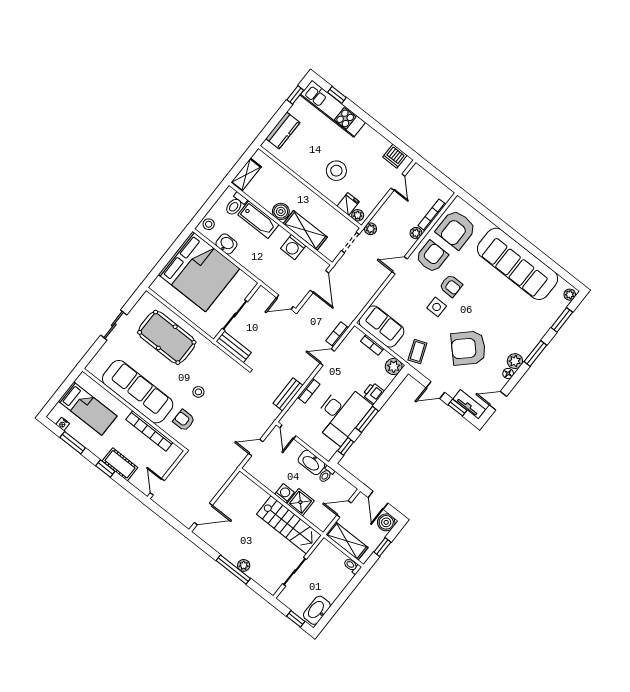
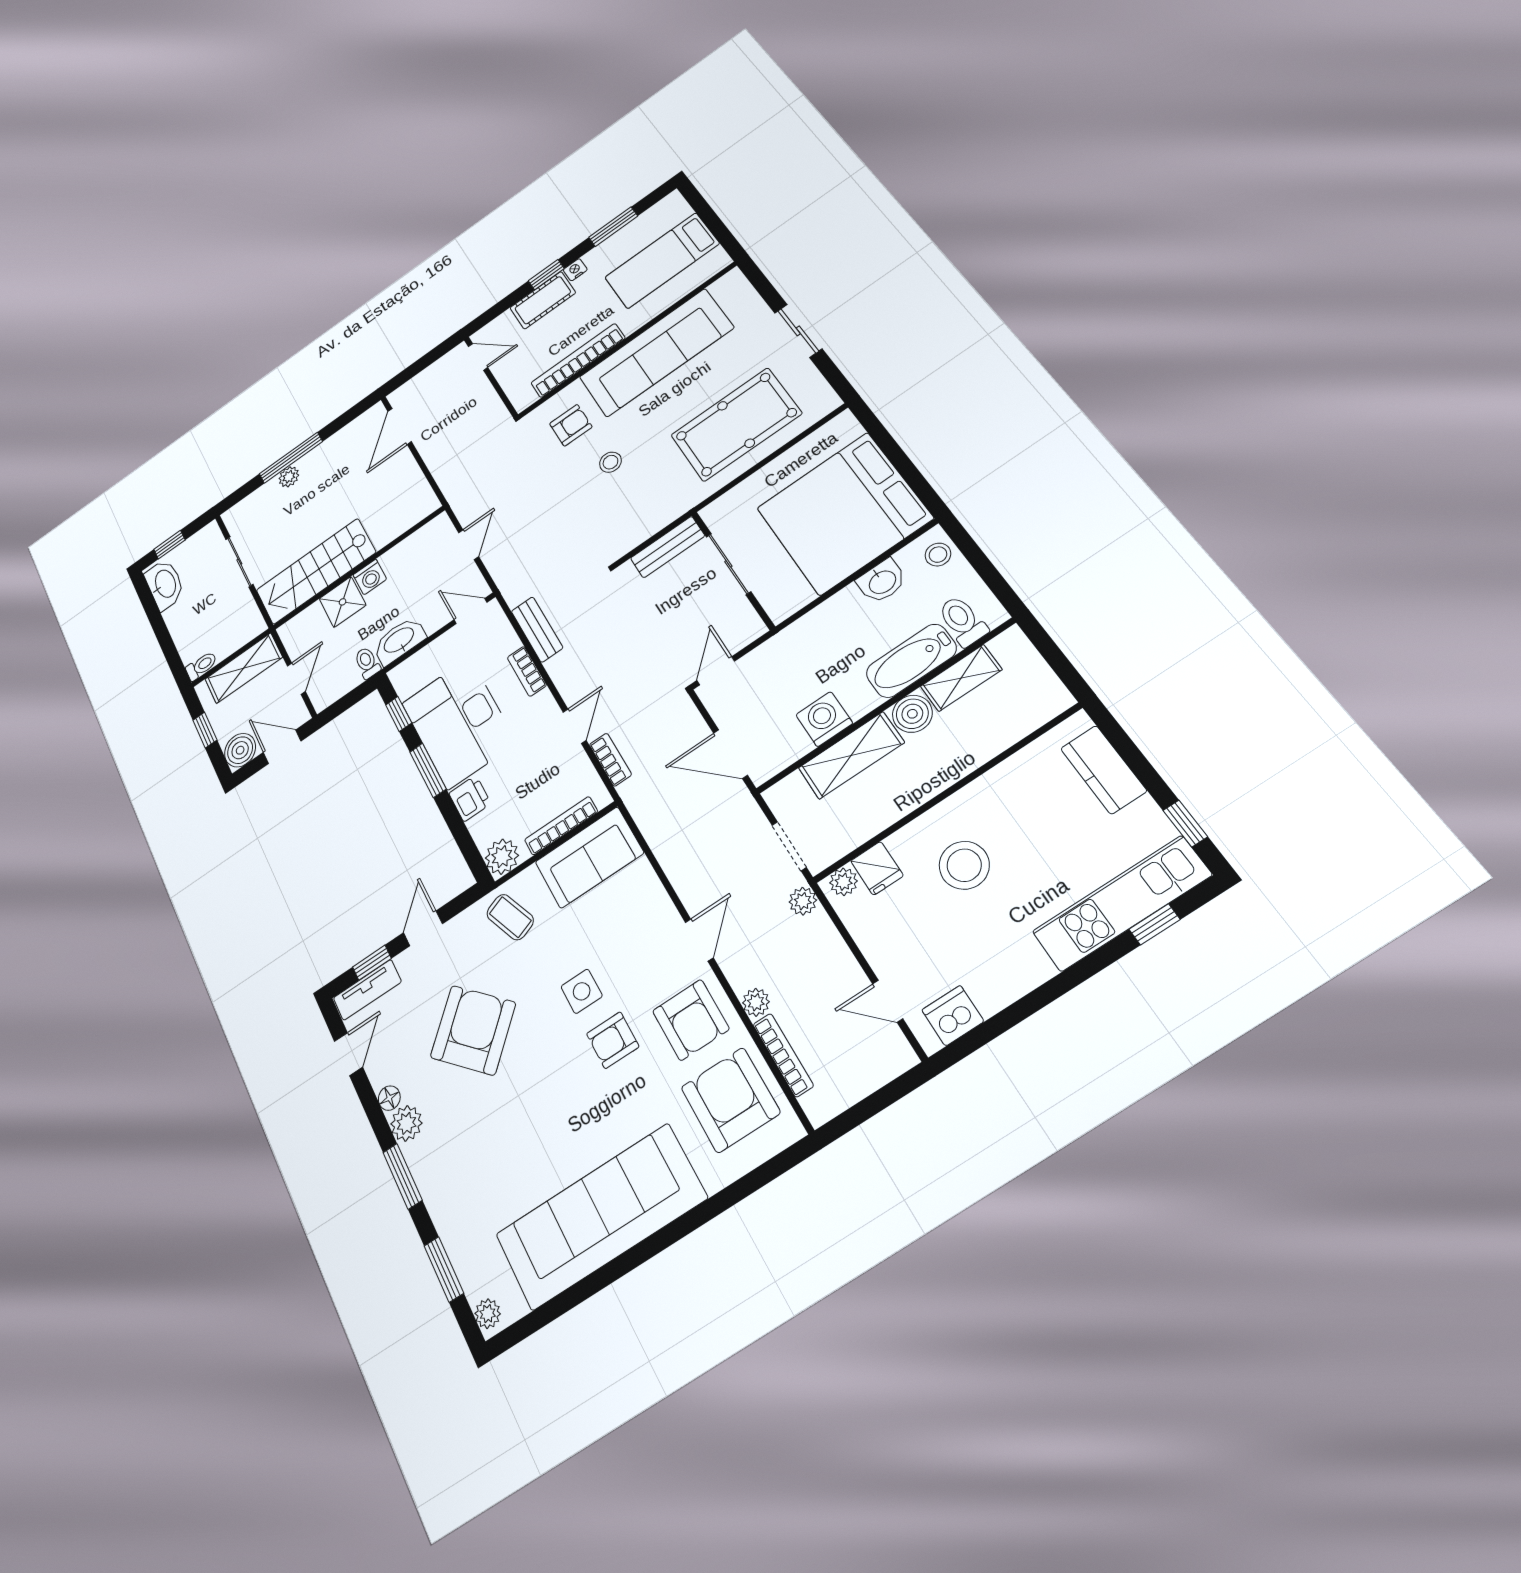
shelving: (246, 175) -> (961, 678), moved, turned 90
bookcase: (372, 345) -> (561, 826), width x1.56
nightstand: (63, 424) -> (575, 270), moved

